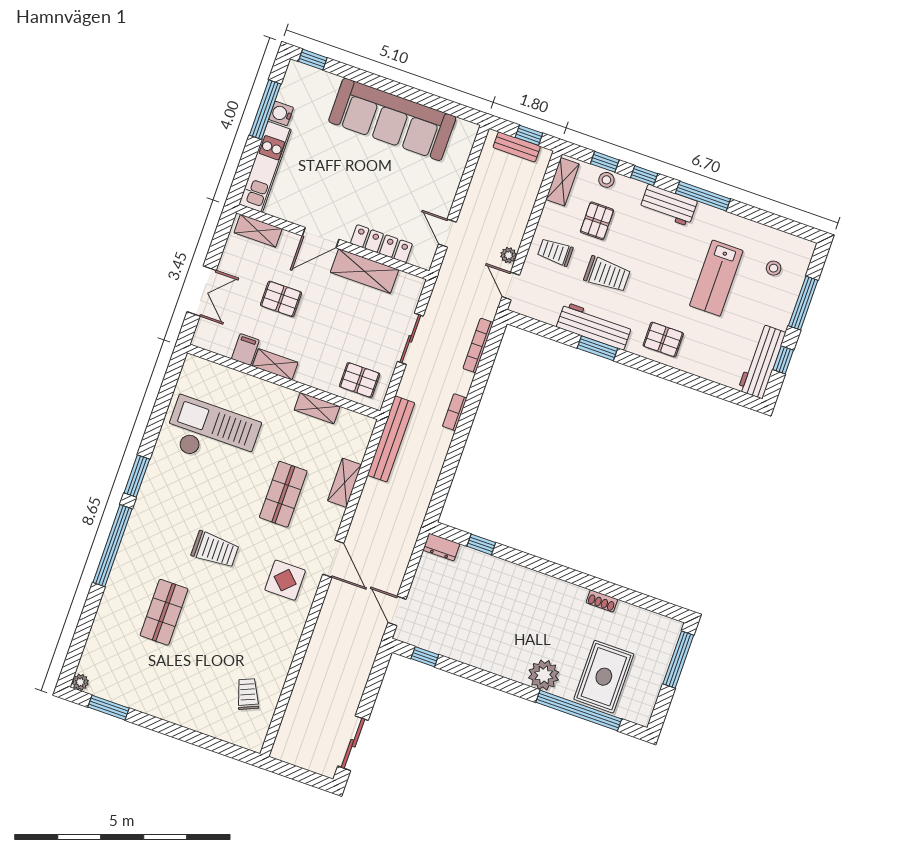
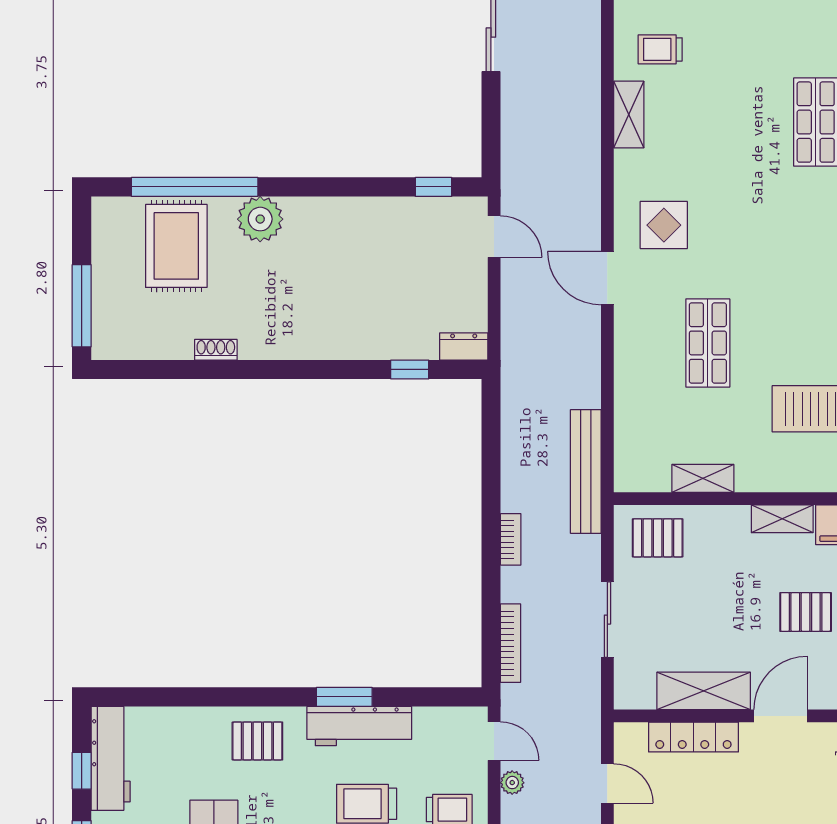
shelving: (345, 483) -> (629, 115), moved
trolley: (215, 550) -> (775, 233), removed
trolley: (248, 694) -> (660, 49), turned 113

